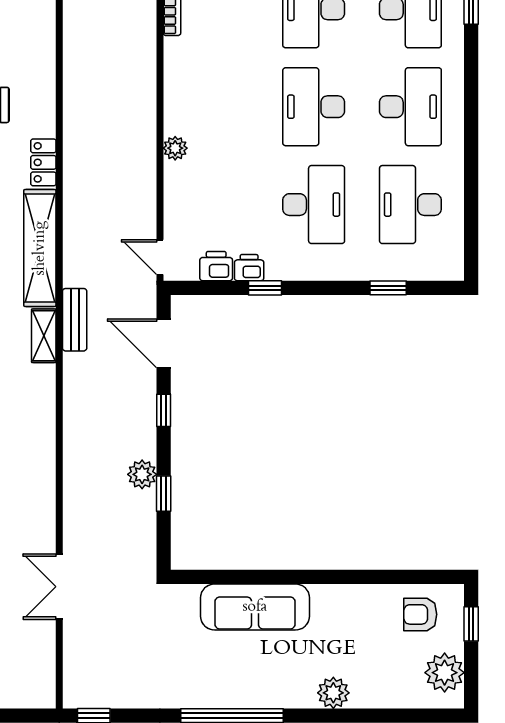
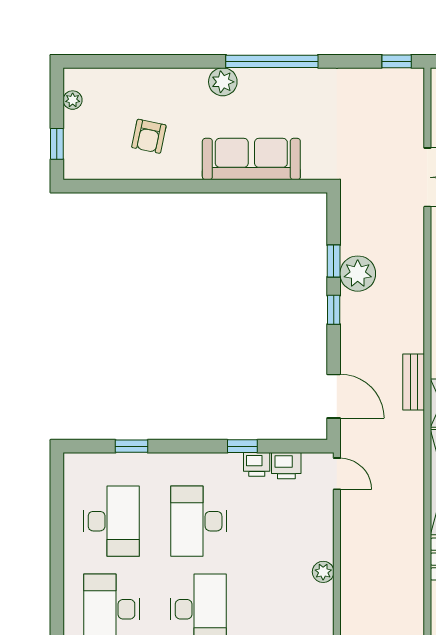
bench: (75, 320) -> (414, 382), moved
window: (164, 410) -> (334, 310), moved
plant: (142, 474) -> (358, 274), width x1.36, depth x1.36
armchair: (420, 614) -> (149, 136), moved, turned 102
plant: (445, 673) -> (73, 100), width x0.53, depth x0.53
plant: (333, 693) -> (223, 82), moved

